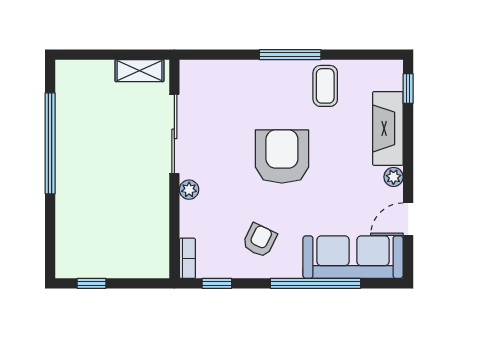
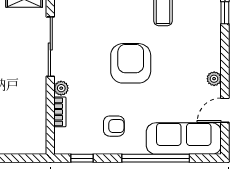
fireplace: (388, 128) -> (210, 42), removed
armchair: (260, 240) -> (114, 126), turned 64
bookcase: (187, 258) -> (60, 112), moved

